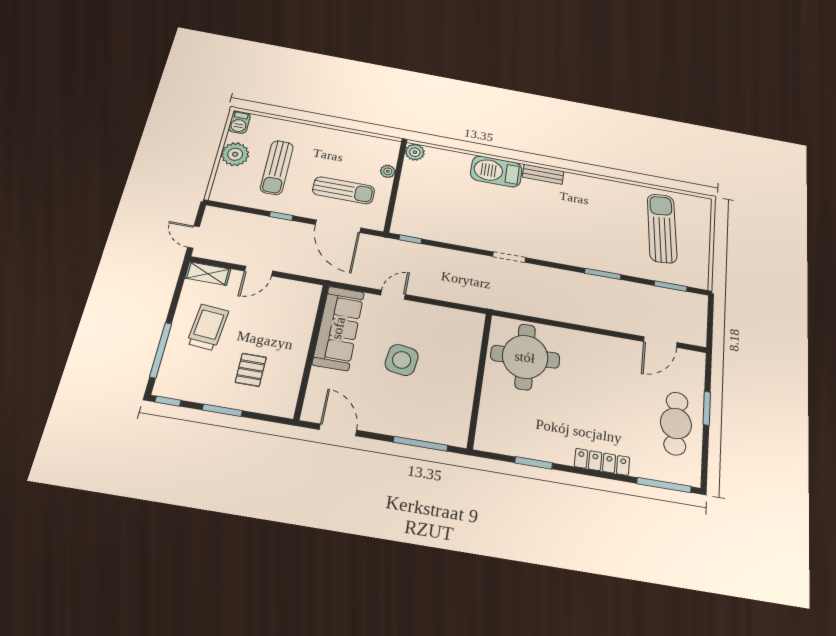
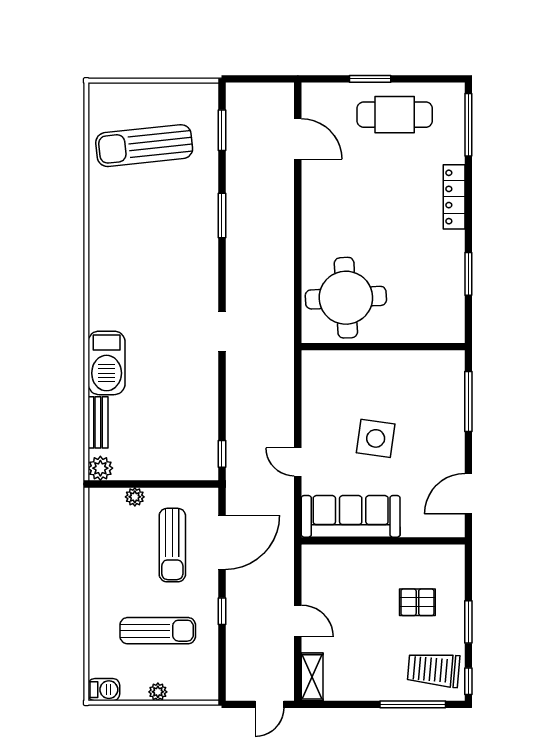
plant: (235, 154) -> (158, 692), width x0.53, depth x0.53
bench: (543, 174) -> (98, 422), moved
sun lounger: (344, 190) -> (172, 545), turned 180
trolley: (208, 327) -> (434, 670), moved

